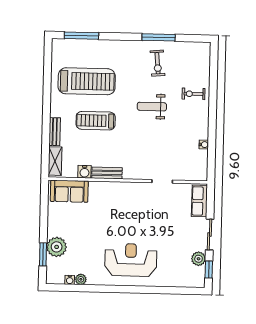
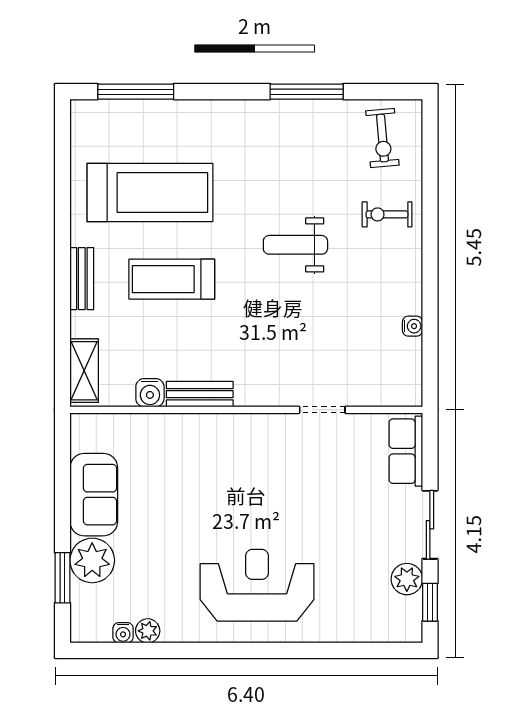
exercise bike: (157, 63) -> (382, 138), moved
bench: (55, 132) -> (82, 279), moved
sofa: (69, 191) -> (94, 495), moved, turned -90

